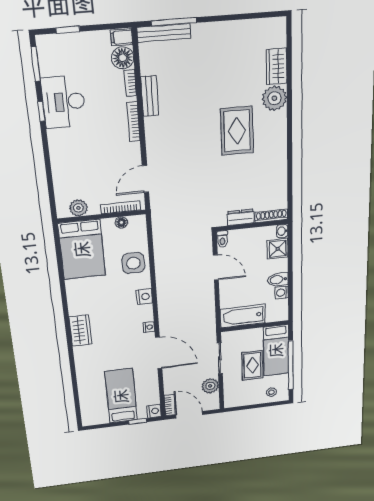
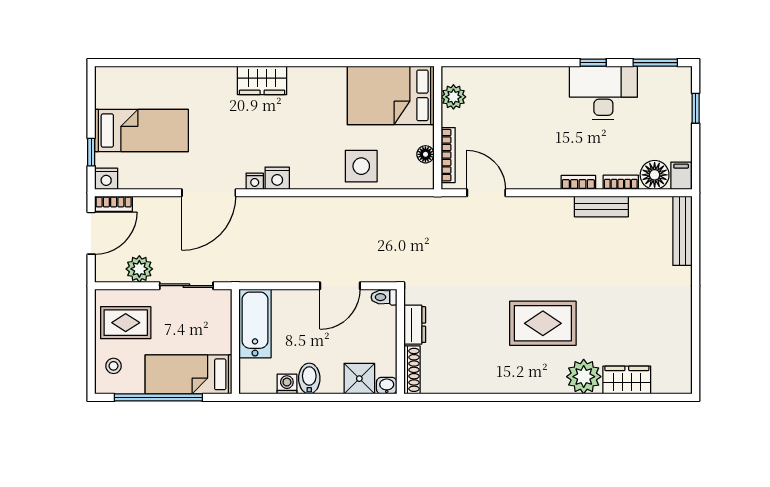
window: (174, 22) -> (696, 245), removed
bookcase: (133, 122) -> (578, 182), width x0.64
nightstand: (144, 297) -> (277, 178), moved
rug: (252, 365) -> (126, 323), moved

